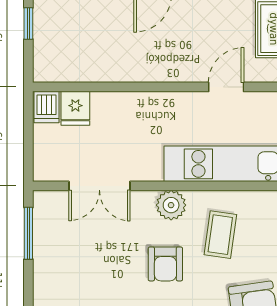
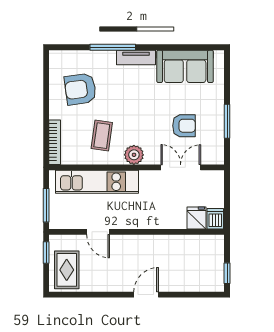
door: (226, 87) -> (98, 232), hinge flipped
window: (28, 233) -> (227, 121), moved
armchair: (165, 264) -> (184, 126), moved, turned 90

